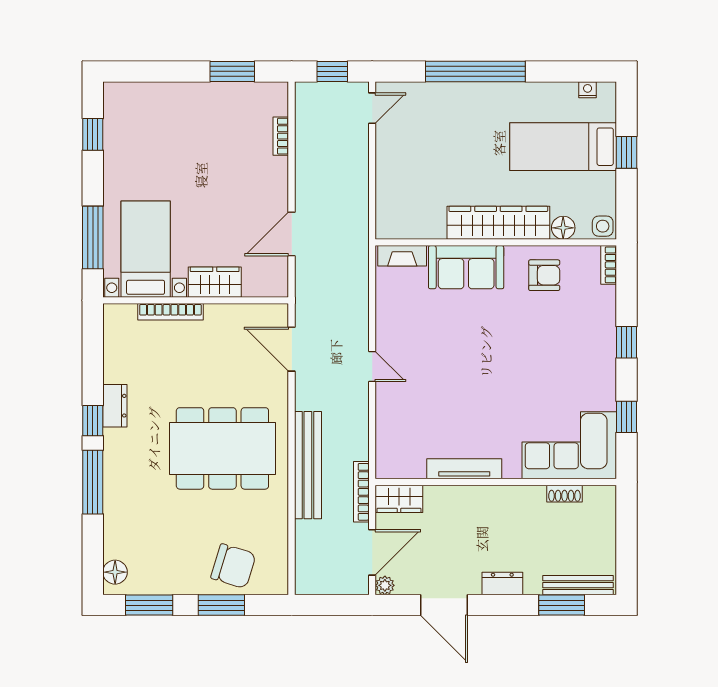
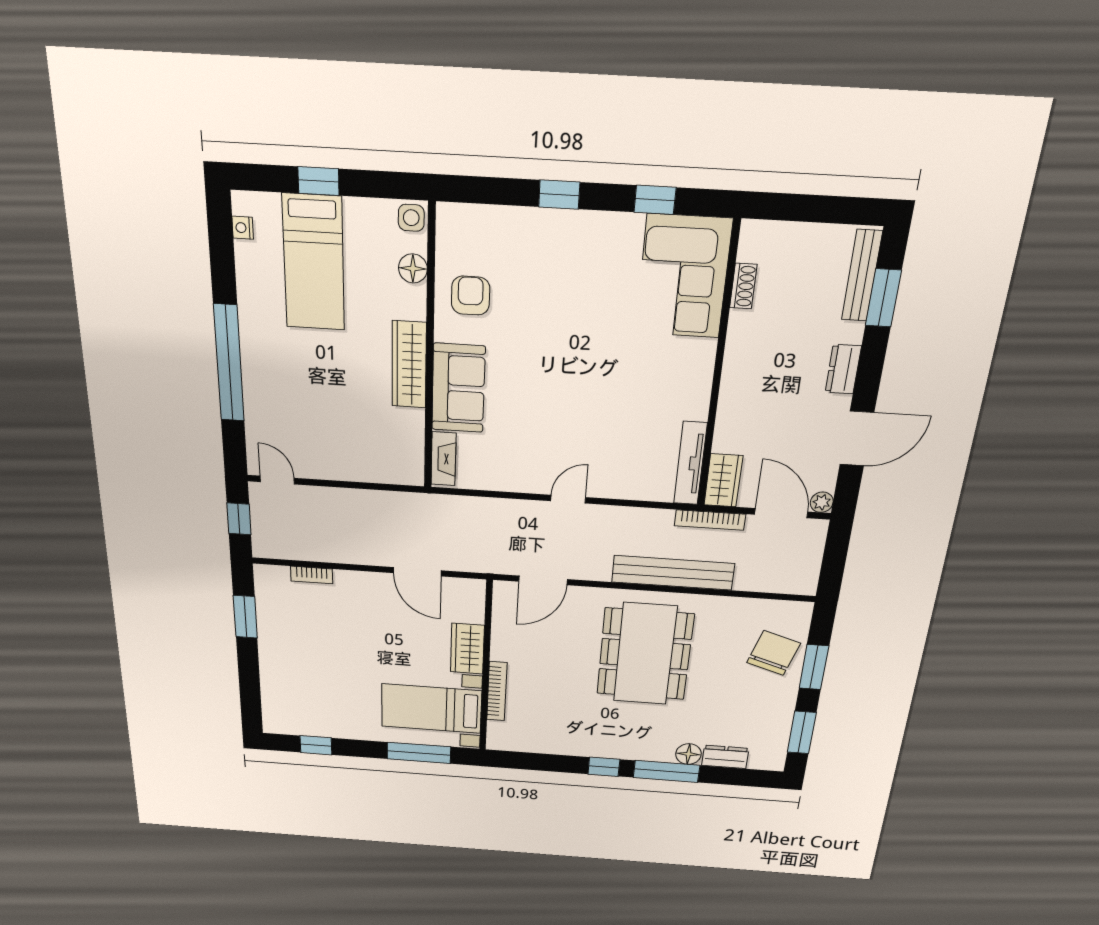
wardrobe: (498, 223) -> (409, 365), width x0.71, depth x0.85
bookcase: (609, 265) -> (460, 213), removed
dresser: (115, 406) -> (725, 757), moved
tv unit: (464, 469) -> (690, 463), moved
floor lamp: (115, 572) -> (688, 754), moved

